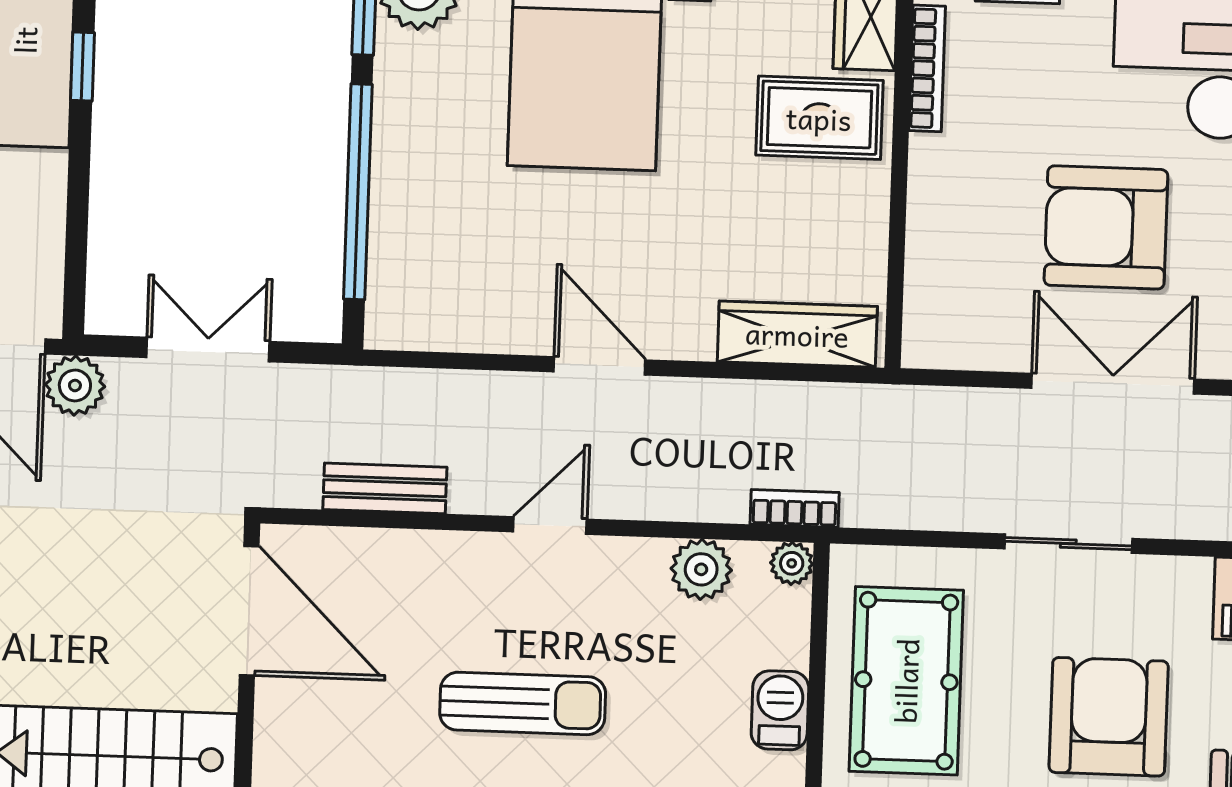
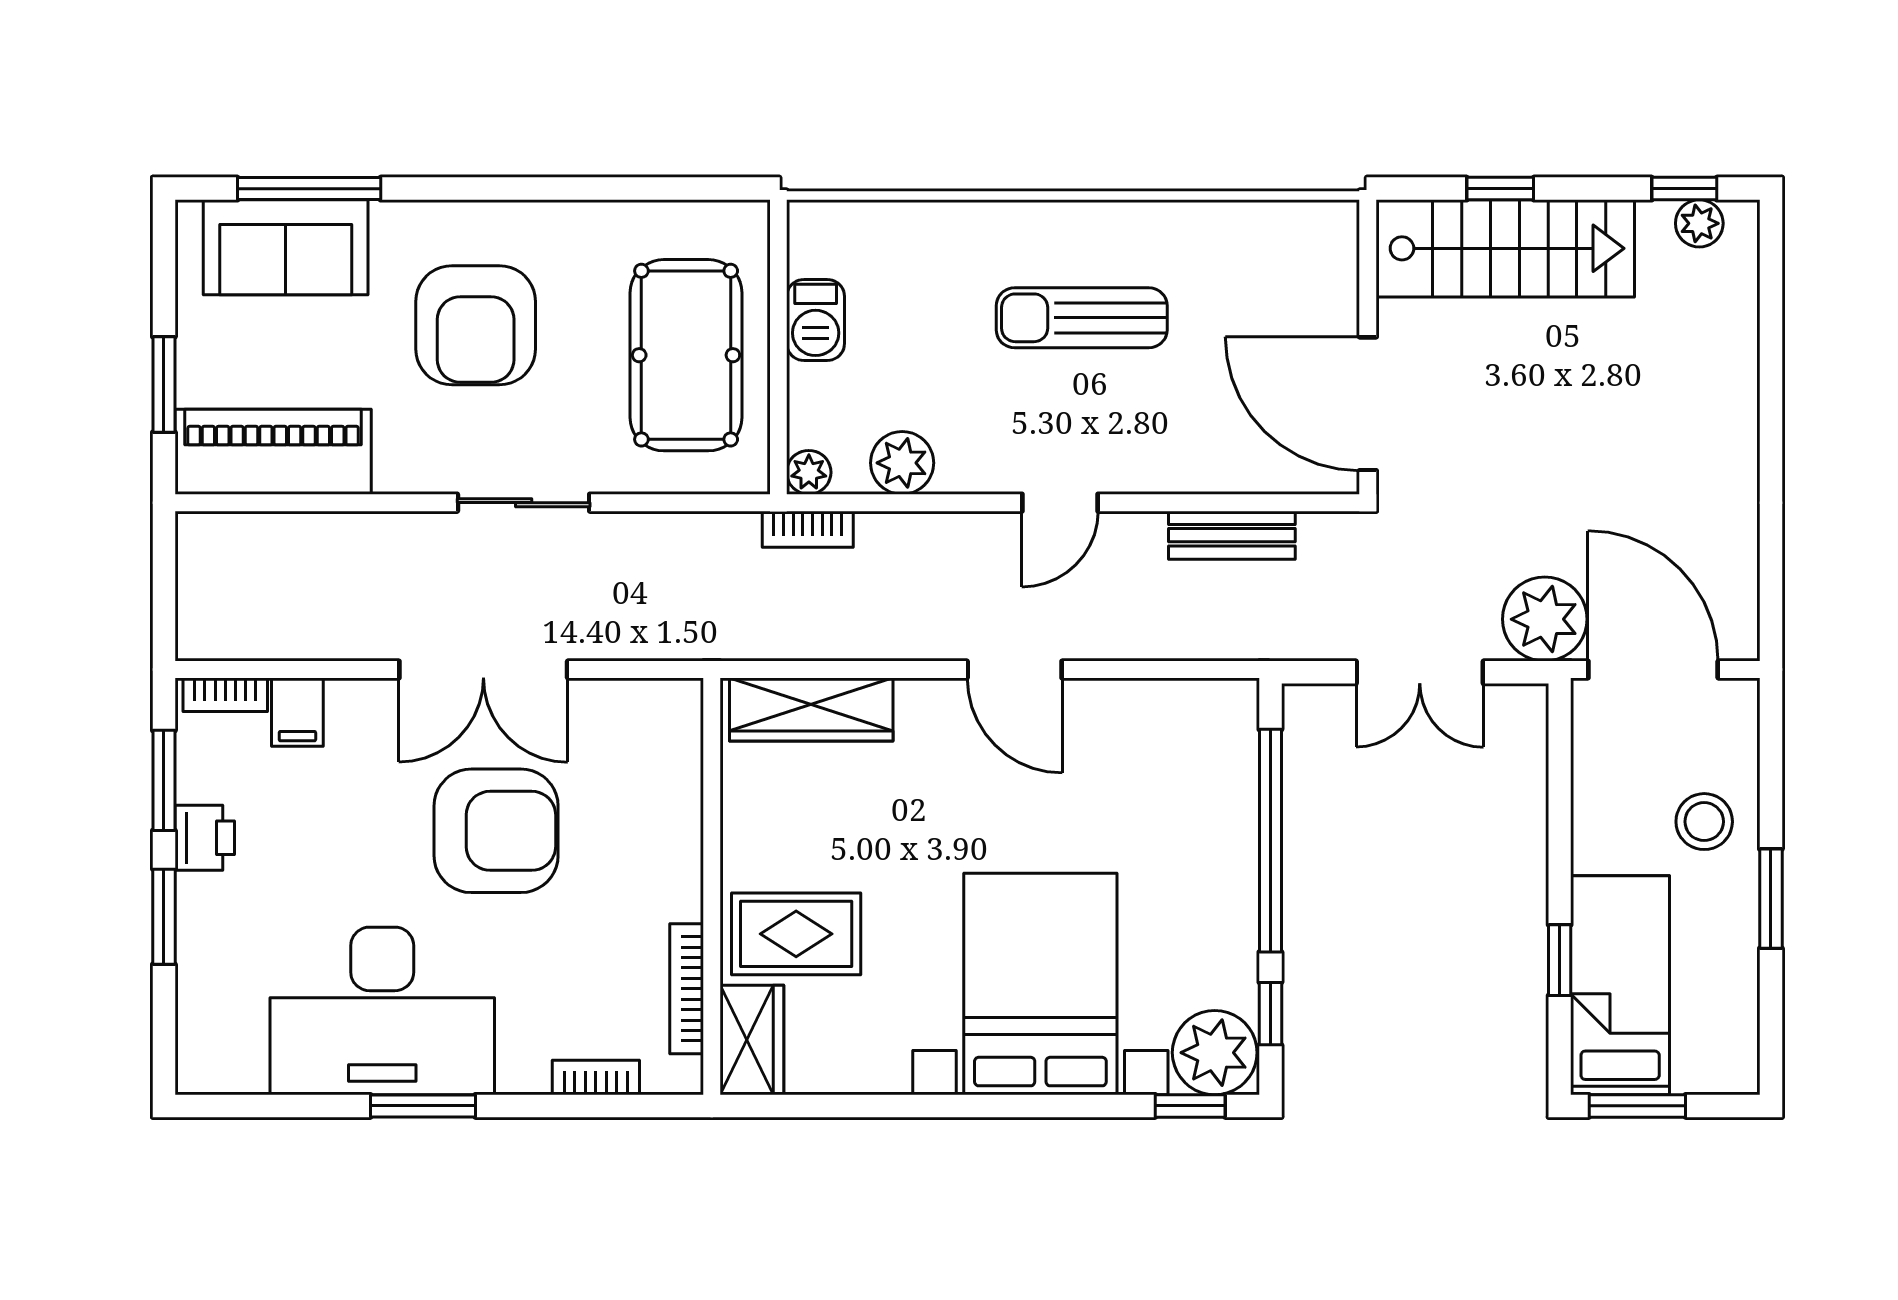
plant: (75, 385) -> (1545, 619), width x1.36, depth x1.36

